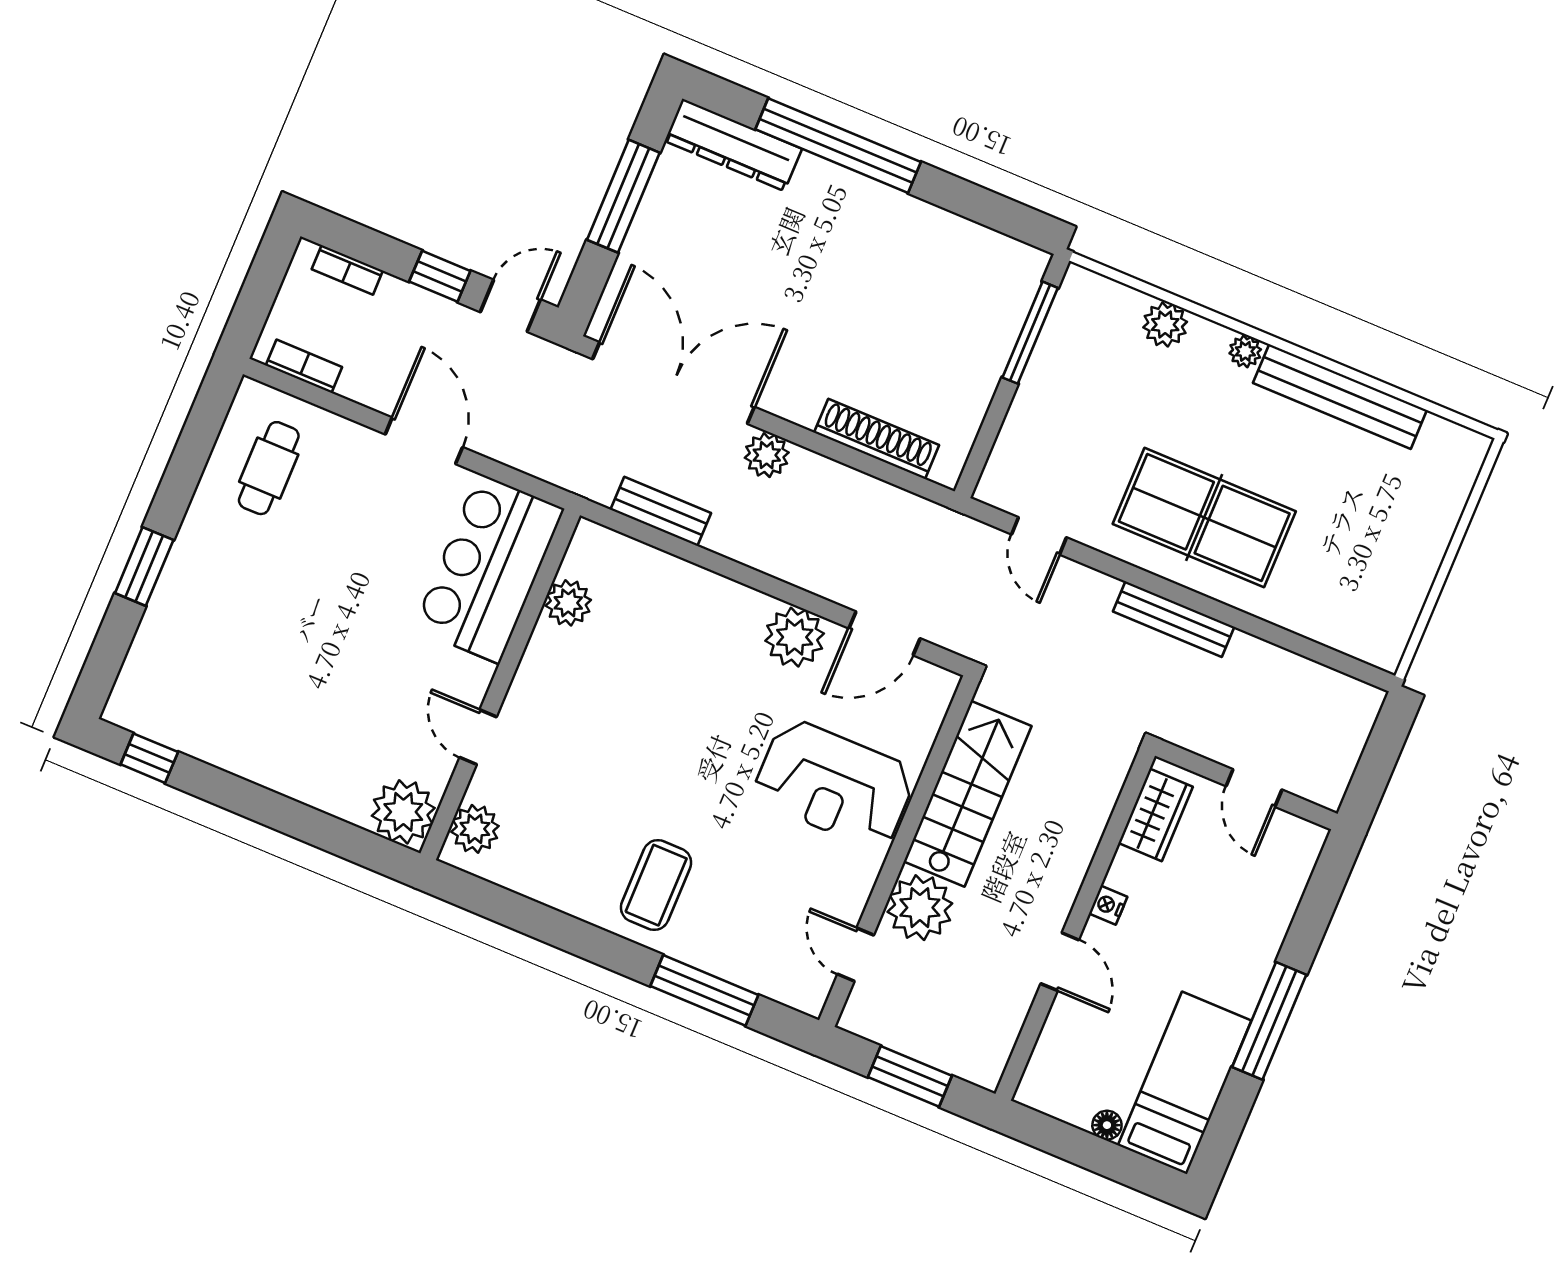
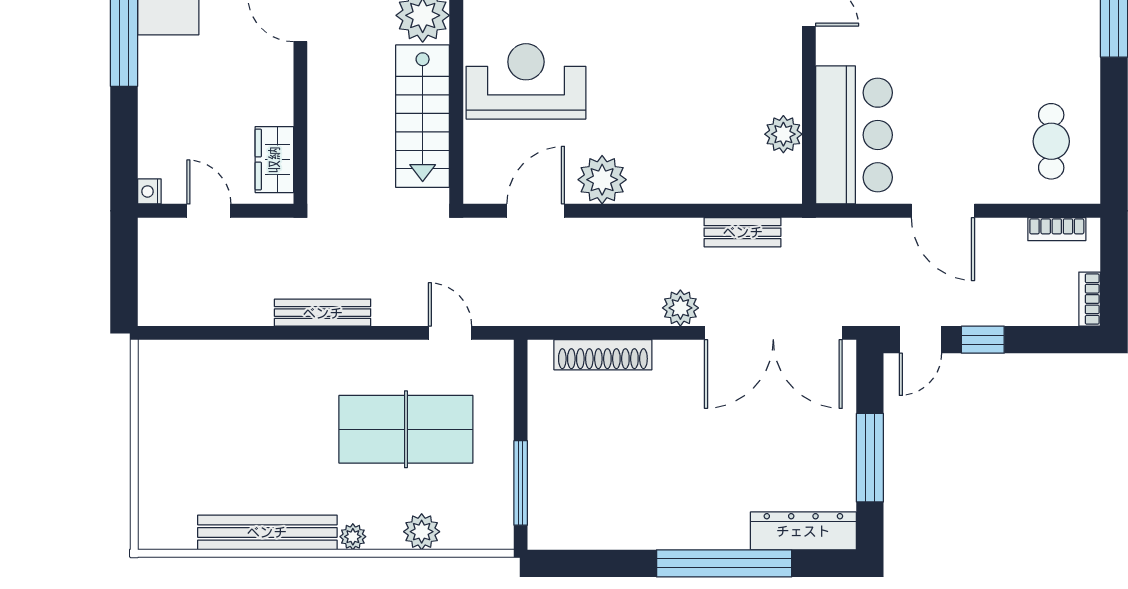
bookcase: (347, 270) -> (1090, 299), moved, turned -90
table tennis table: (1204, 518) -> (406, 429), moved
nightstand: (1108, 905) -> (149, 191), moved, turned 180

